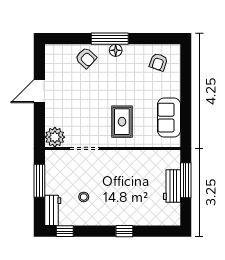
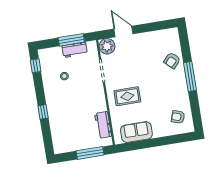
floor lamp: (116, 50) -> (182, 82), removed
door: (39, 91) -> (123, 31), moved
workbench: (172, 186) -> (103, 125), moved, turned -90
workbench: (53, 210) -> (75, 50), moved

